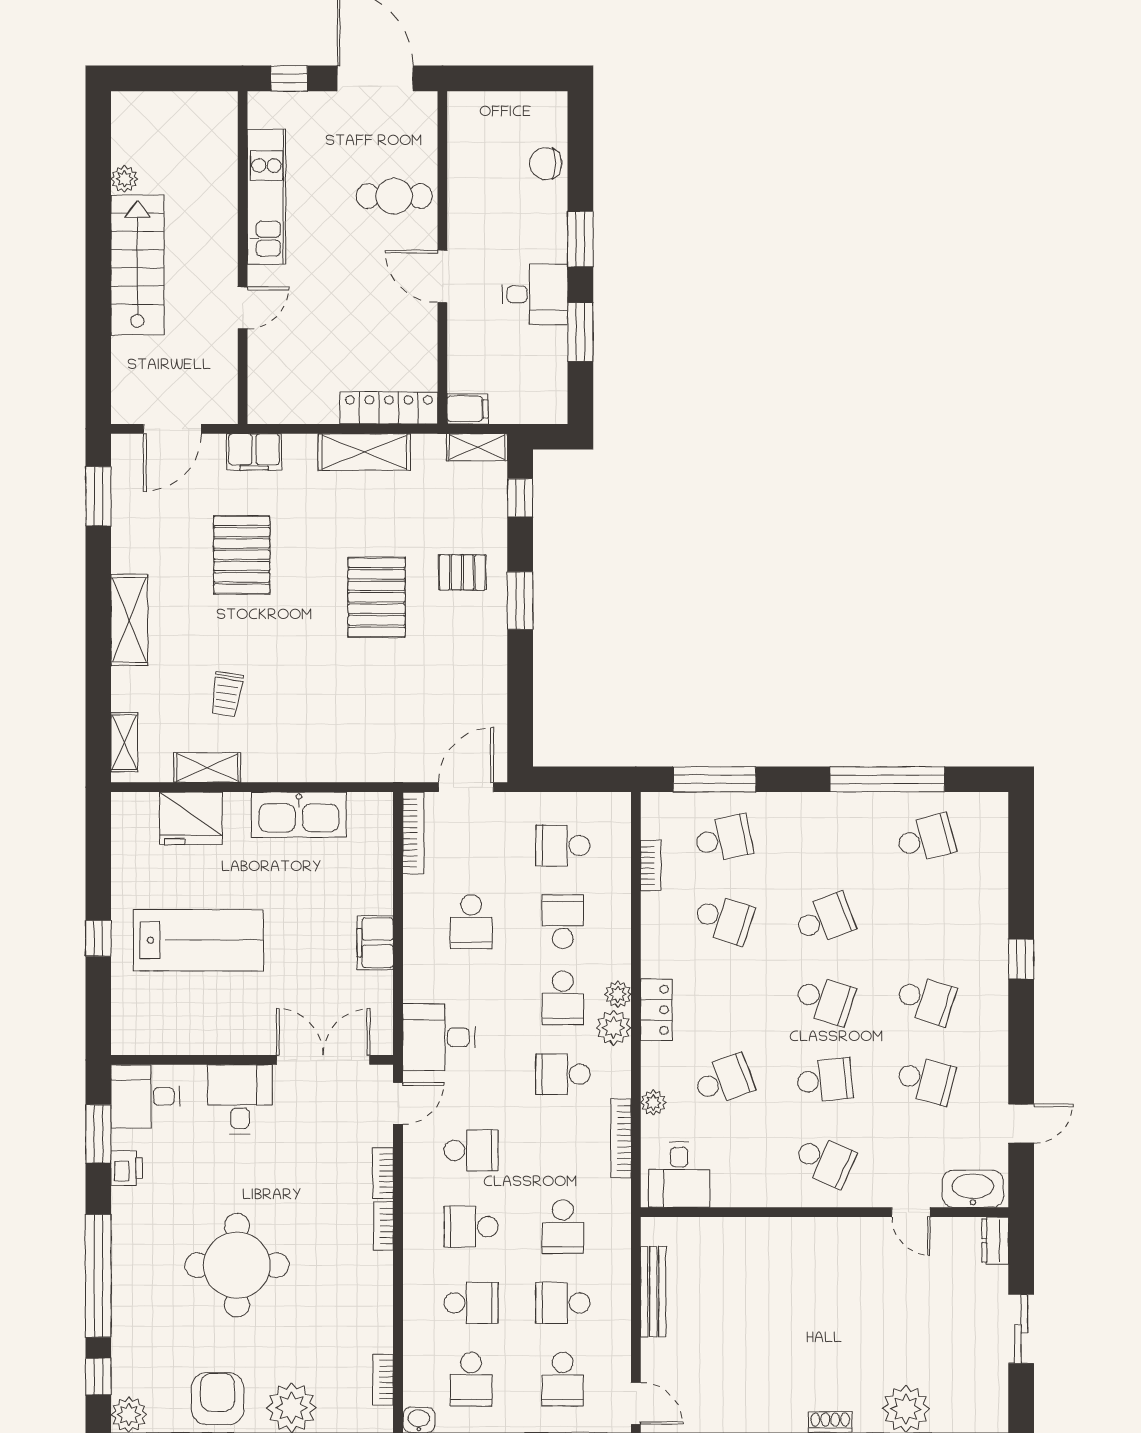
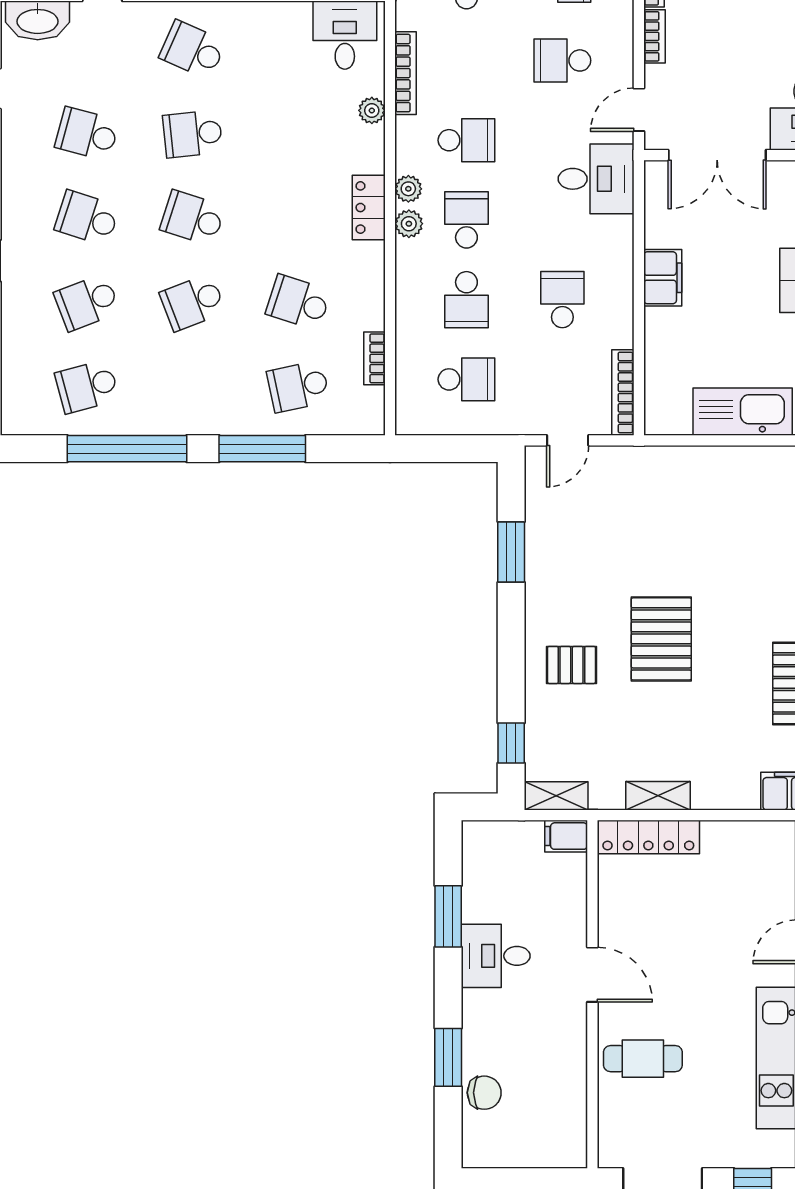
window: (580, 239) -> (448, 1057), moved
shelving: (364, 452) -> (658, 796), width x0.67, depth x0.75
window: (520, 601) -> (511, 552), moved
window: (714, 779) -> (262, 449), moved
door: (466, 787) -> (568, 440), width x0.73
plant: (614, 1028) -> (408, 189), width x0.73, depth x0.73
school desk: (724, 1080) -> (87, 302), moved

